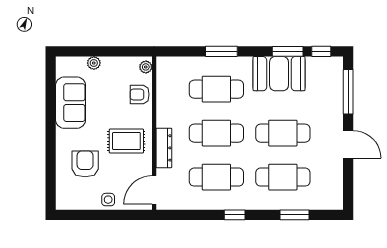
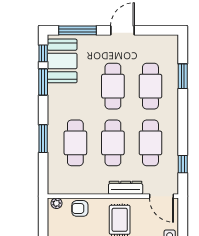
booth: (279, 74) -> (62, 61), moved
armchair: (140, 94) -> (80, 208), turned 90
window: (235, 215) -> (183, 164), moved

